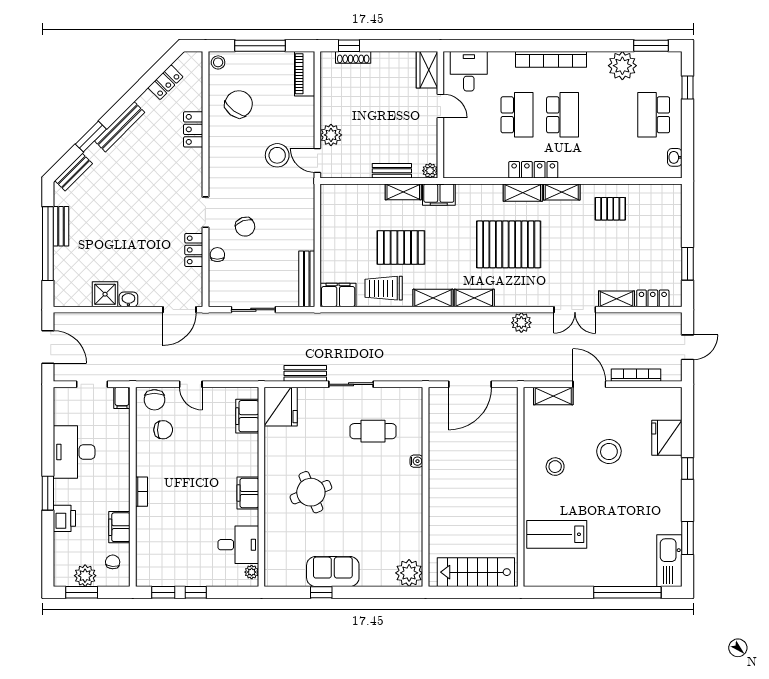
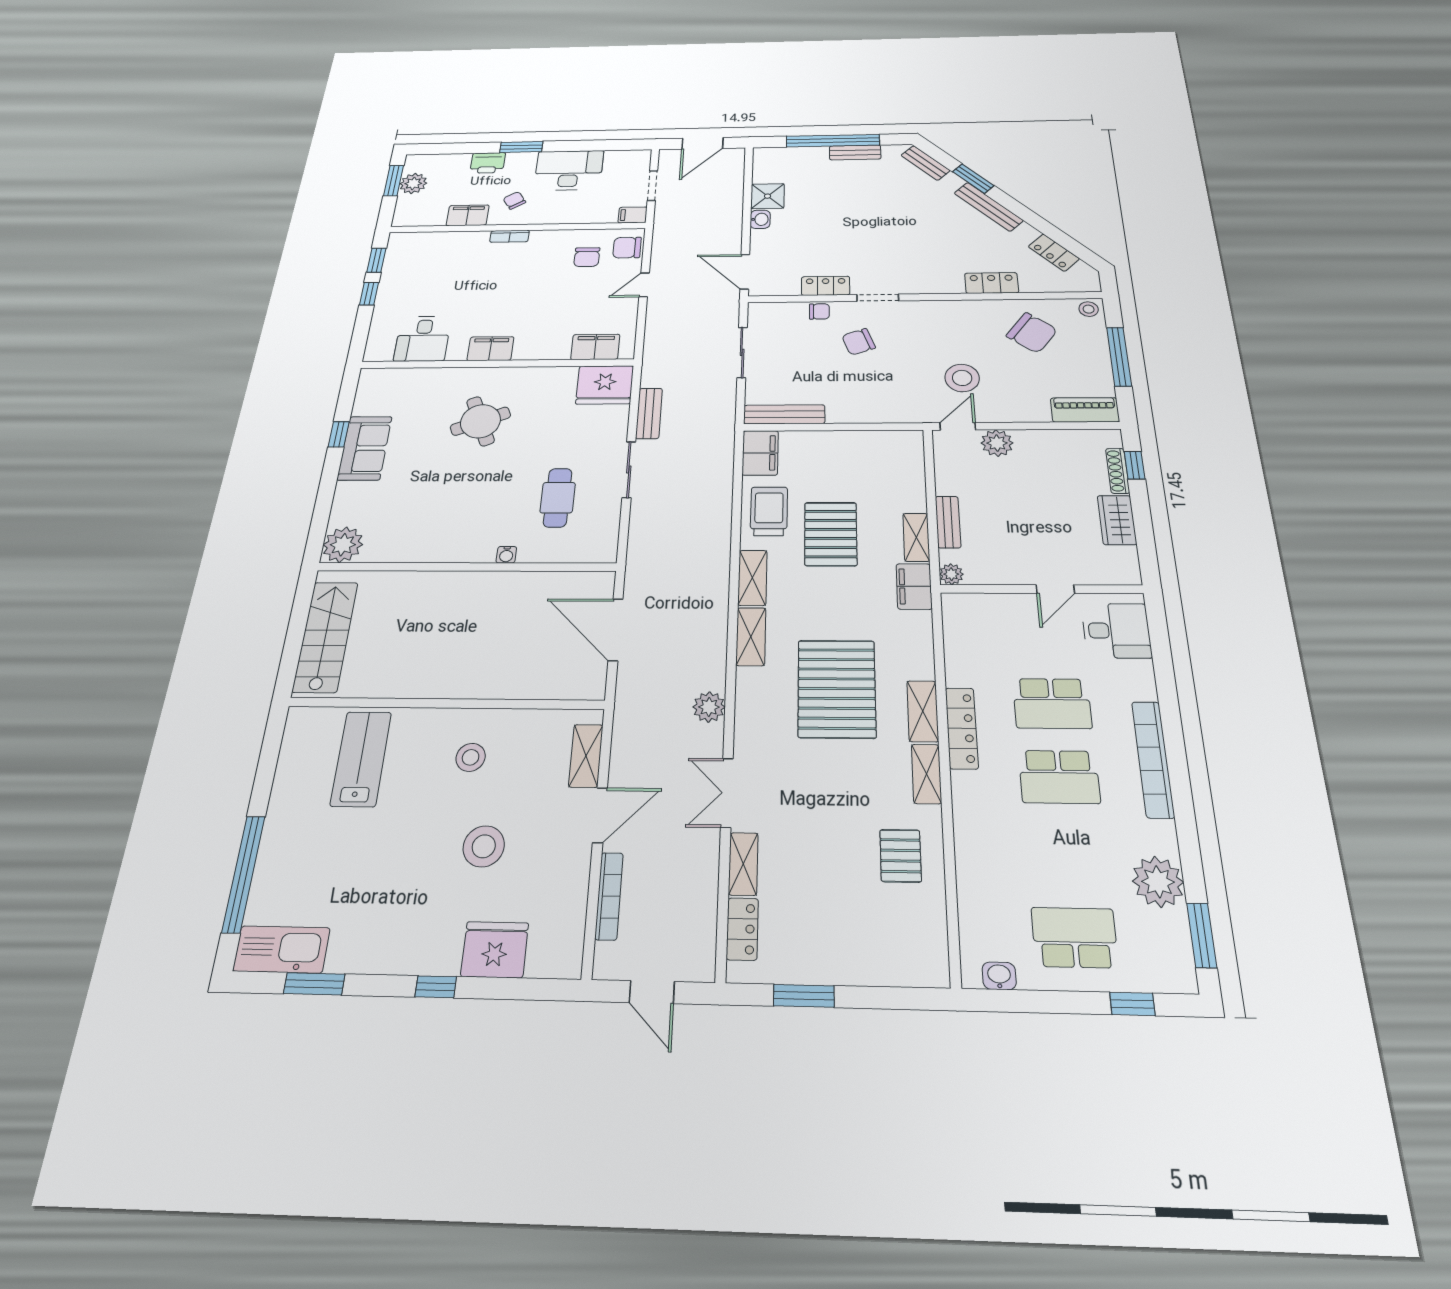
wardrobe: (427, 70) -> (1117, 520), moved, turned -90
chair: (113, 562) -> (514, 200), moved, turned -127
plant: (252, 572) -> (383, 354), removed

